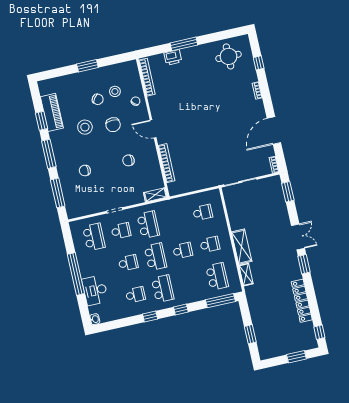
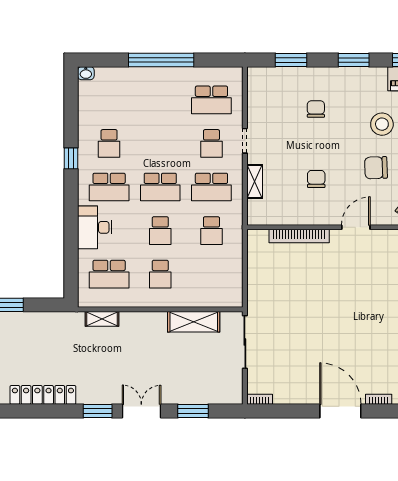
door: (274, 130) -> (340, 411), moved
window: (49, 154) -> (354, 60), width x0.69
window: (288, 192) -> (193, 411), moved
window: (58, 193) -> (291, 60), width x0.69
shelving: (155, 195) -> (255, 182), moved
school desk: (203, 212) -> (211, 231), moved
double door: (298, 237) -> (141, 411), swing flipped
shelving: (242, 247) -> (194, 322), moved
school desk: (128, 263) -> (160, 143), removed
desk: (95, 290) -> (95, 227), moved, turned -90
window: (220, 301) -> (71, 271), removed
window: (181, 310) -> (71, 208), removed

